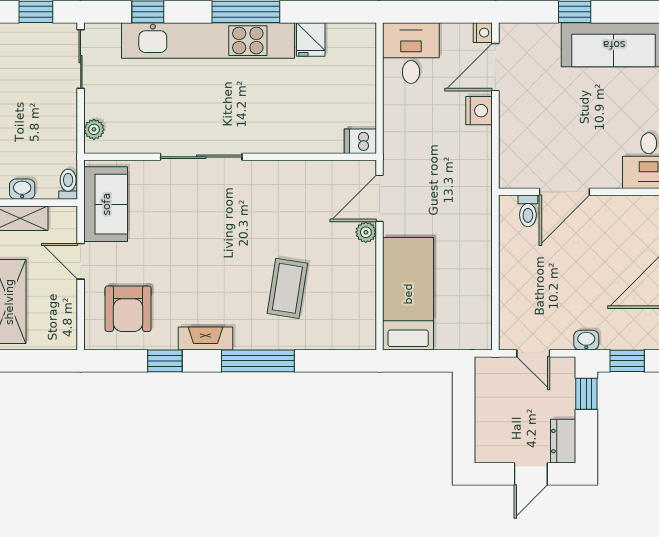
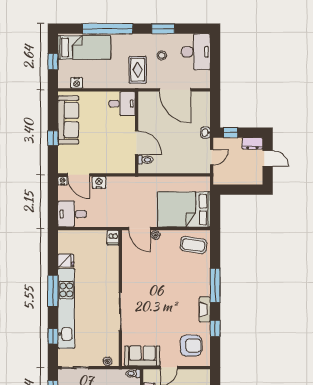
coffee table: (287, 288) -> (193, 245), moved
bed: (408, 294) -> (184, 210), width x1.50
window: (627, 361) -> (215, 114), removed

